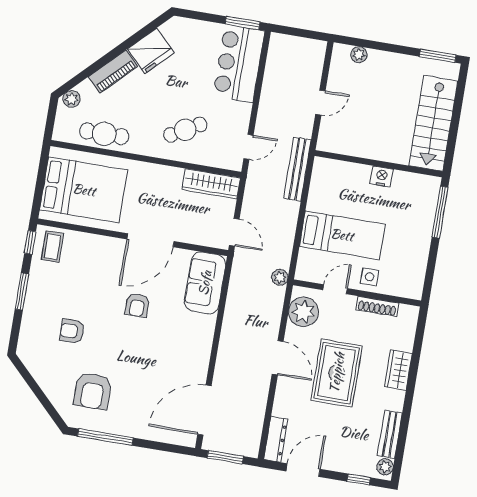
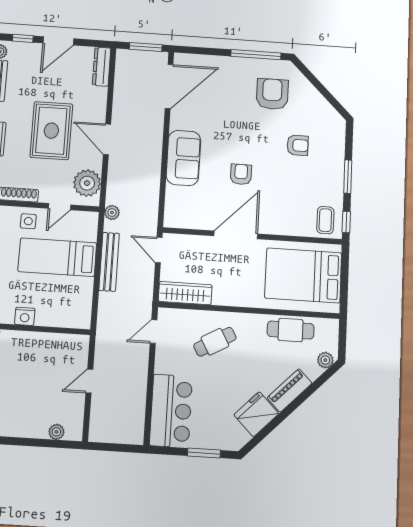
window: (243, 23) -> (204, 453), moved
bench: (297, 169) -> (109, 262), moved
sofa: (205, 283) -> (183, 158), moved
door: (303, 470) -> (58, 41), moved

